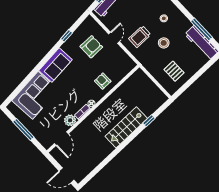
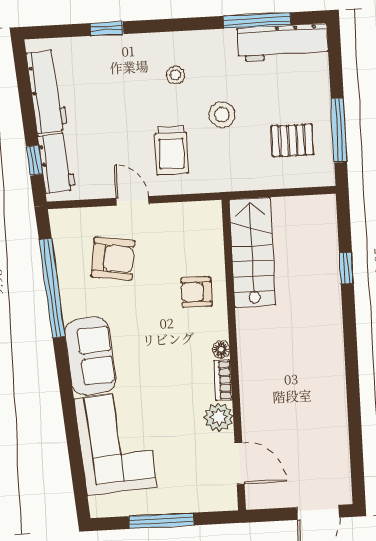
window: (66, 36) -> (52, 288), width x3.17
armchair: (91, 47) -> (113, 259), turned 98
window: (189, 83) -> (339, 130), added
stairs: (126, 127) -> (252, 252), moved, turned 180

